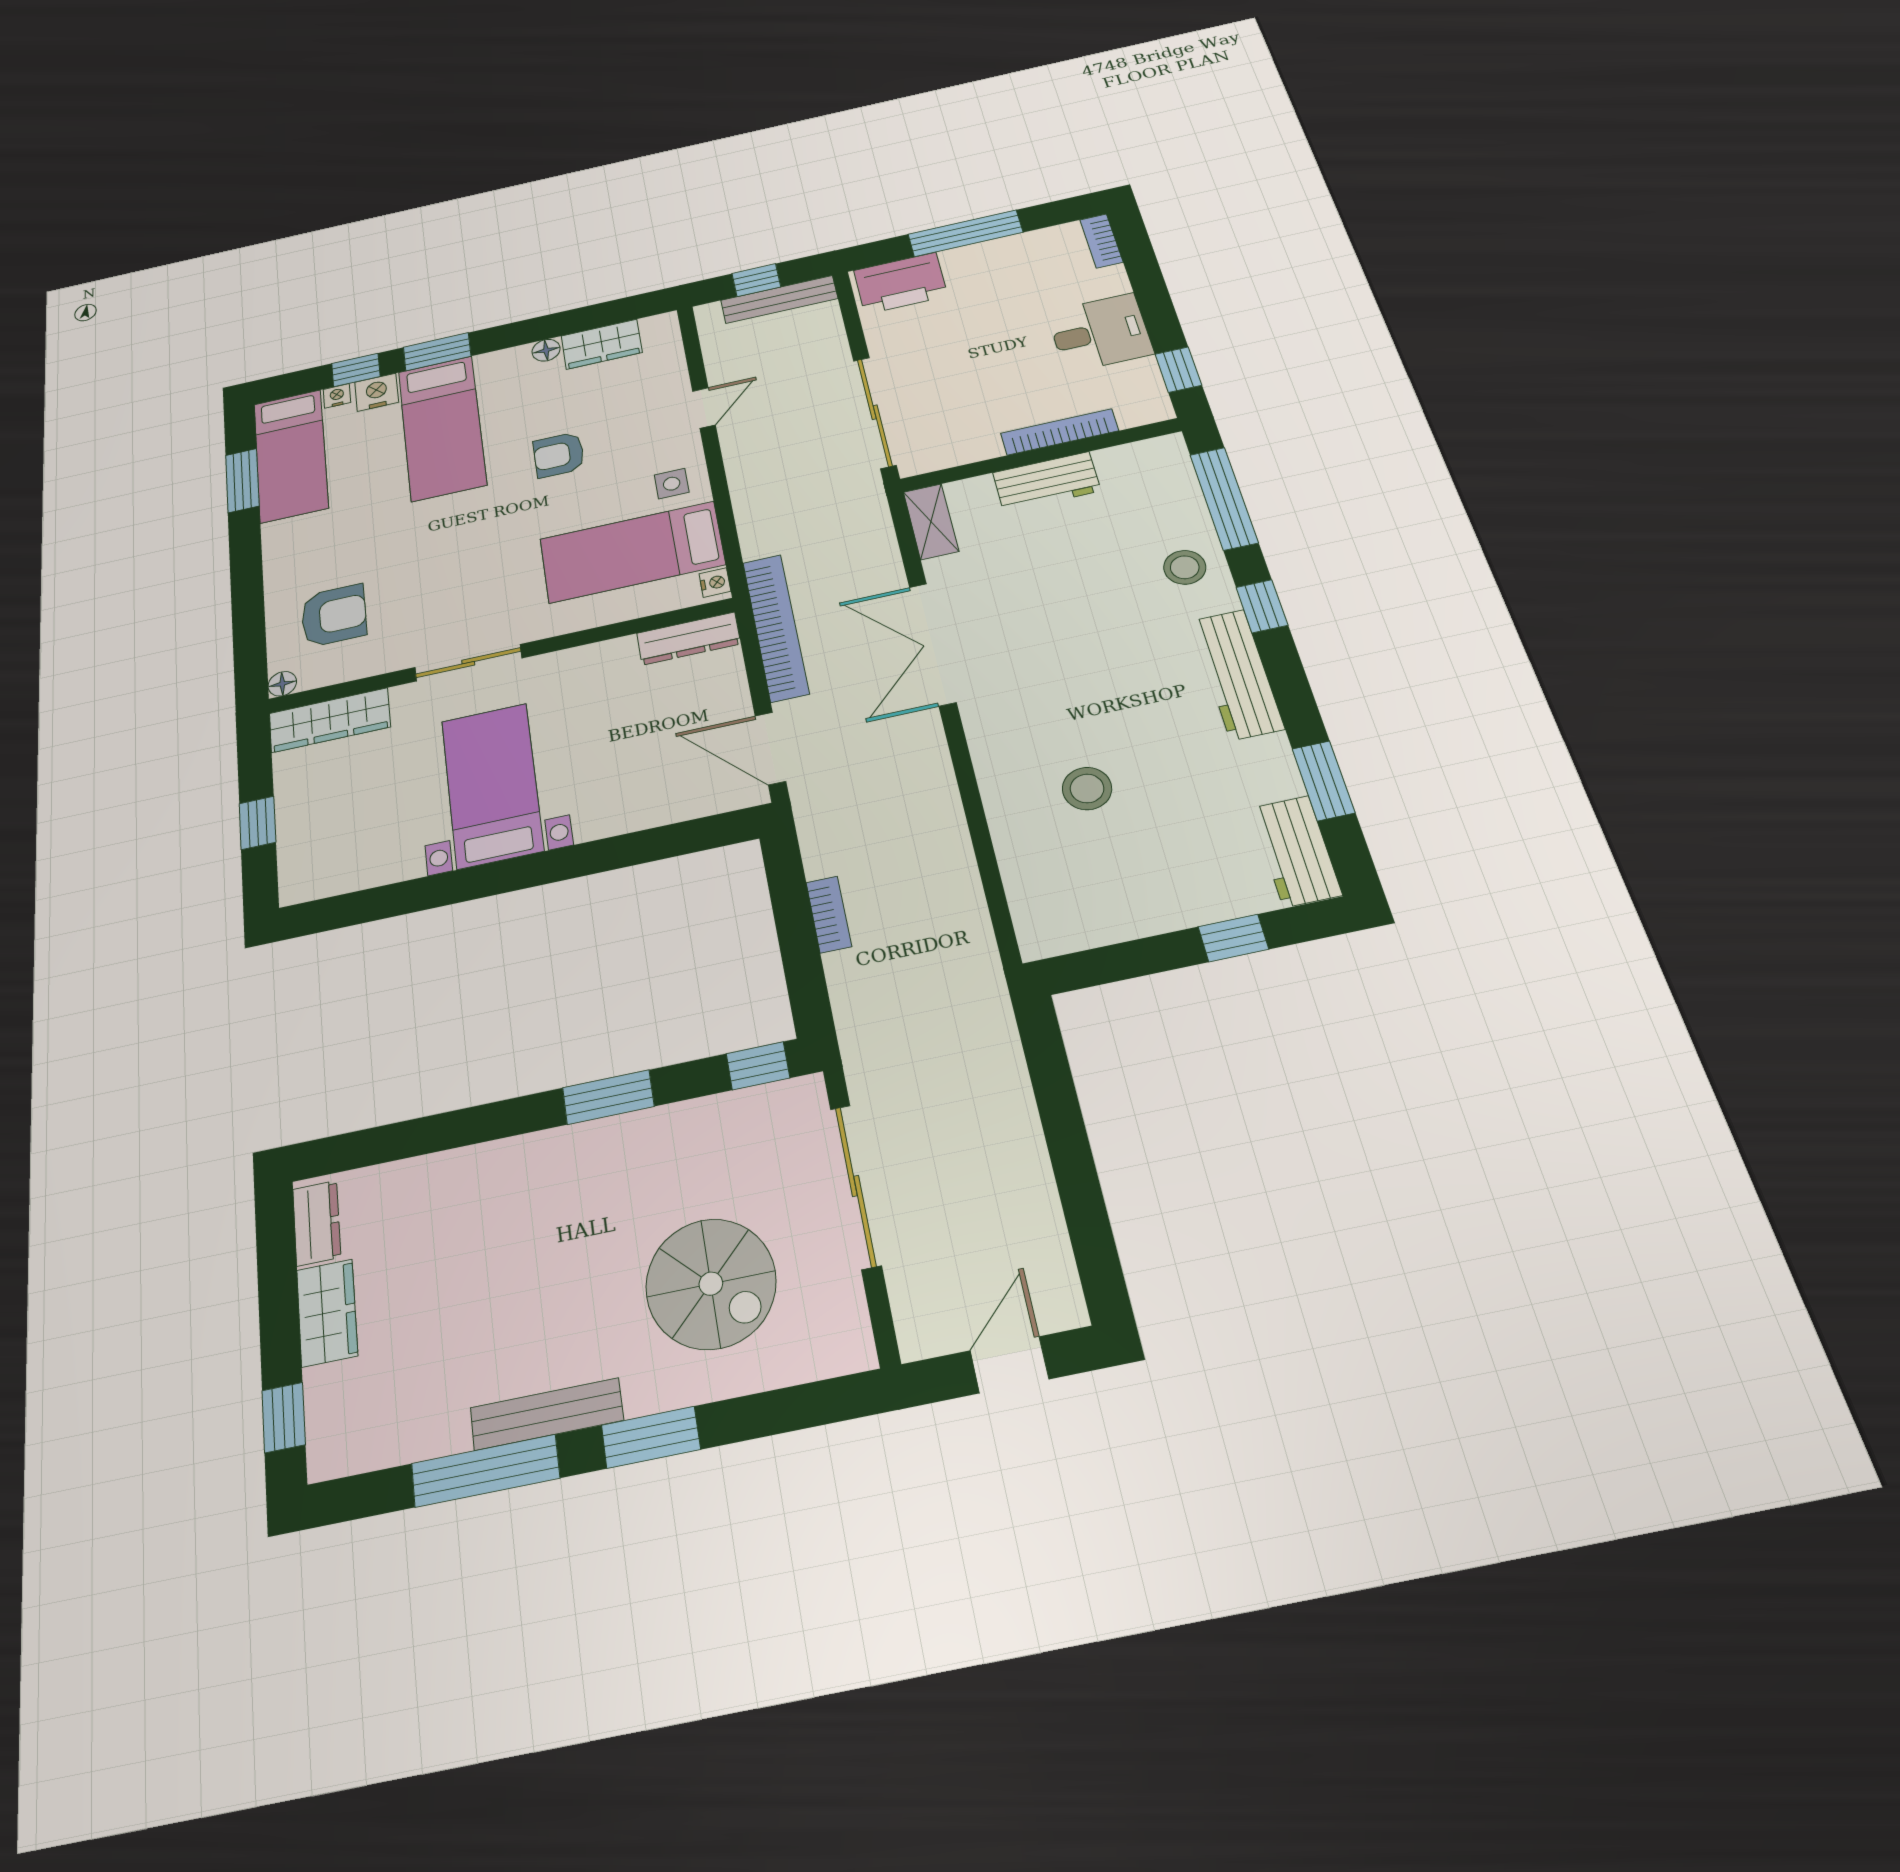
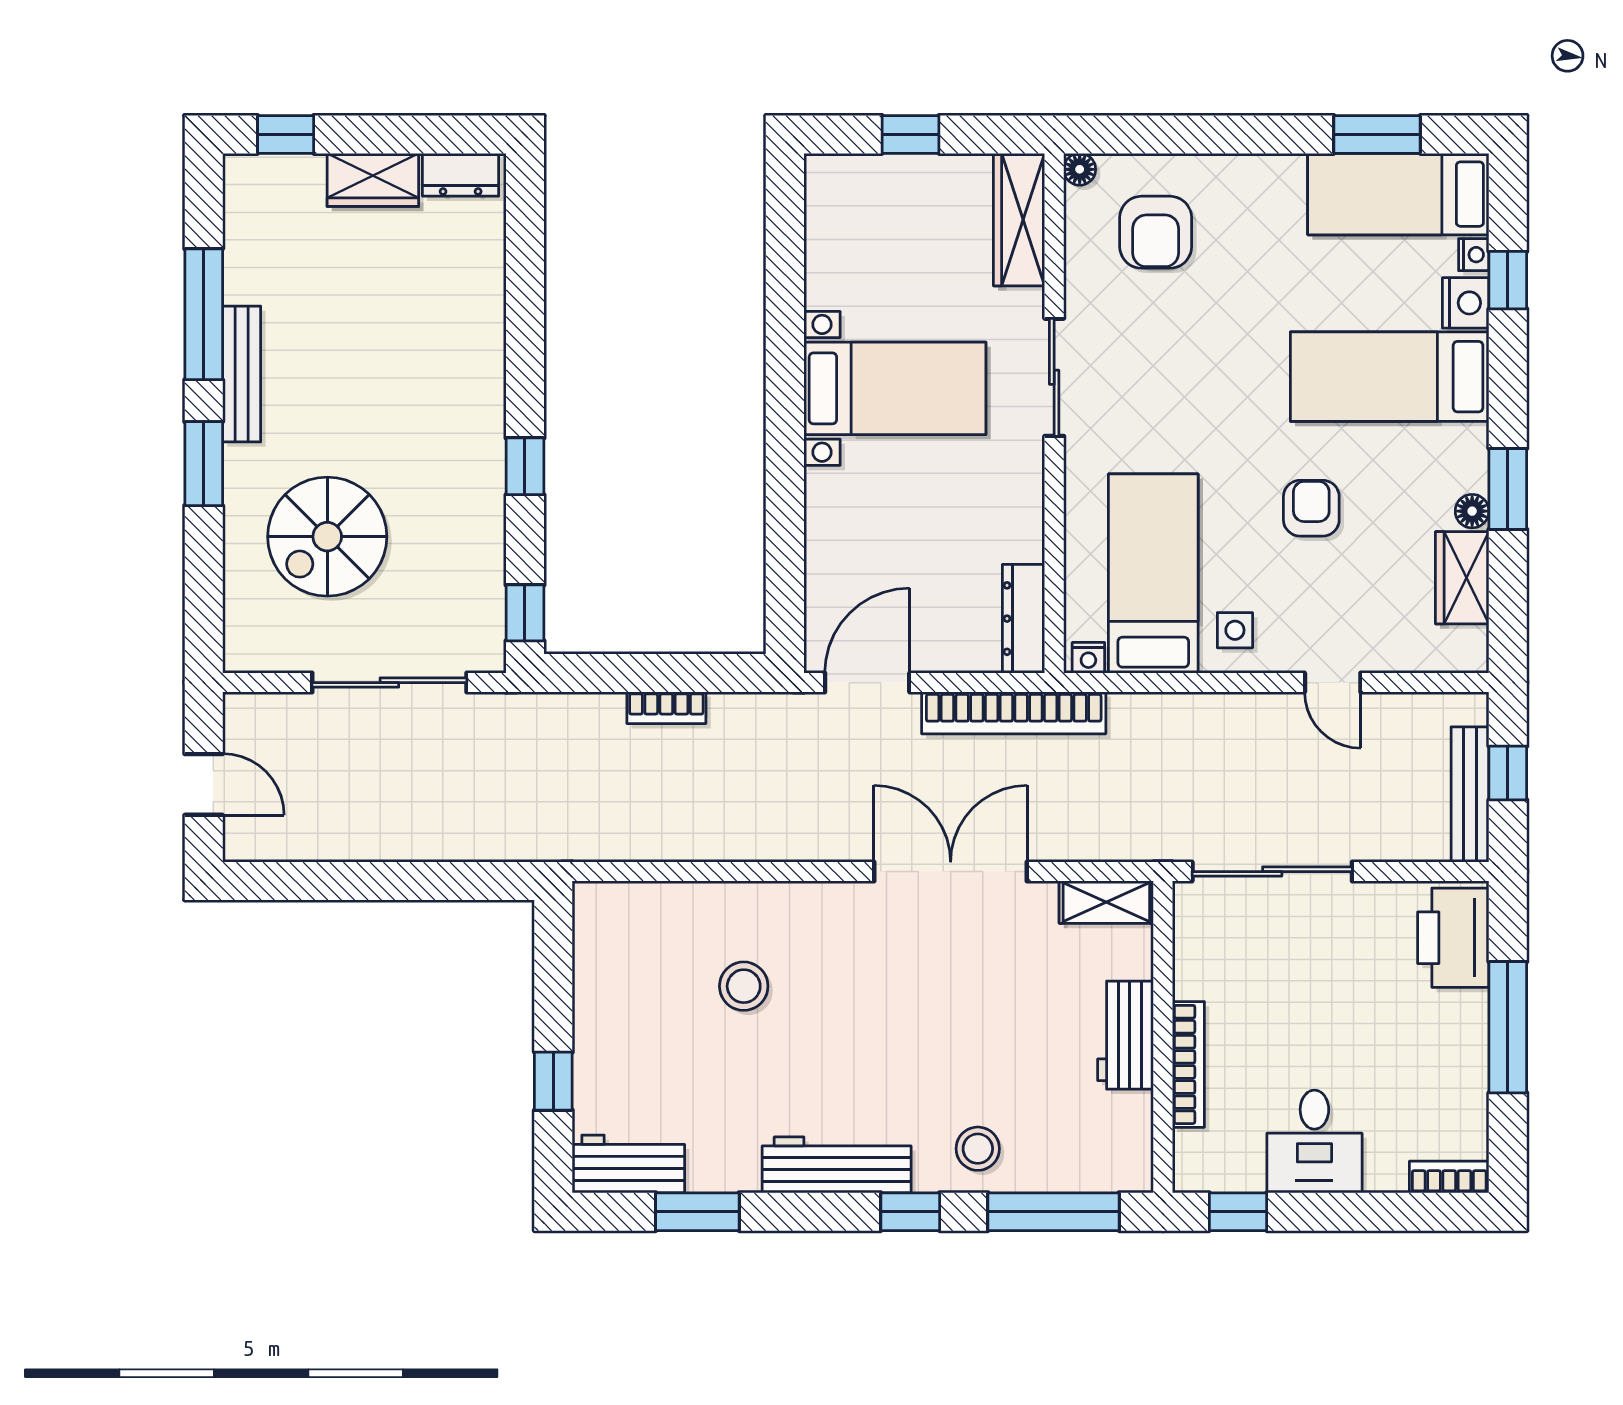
window: (437, 352) -> (1508, 489), moved
window: (608, 1097) -> (525, 466), width x0.67

